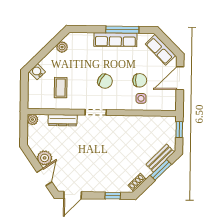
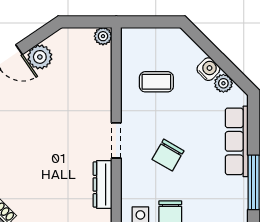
row of seats: (115, 40) -> (237, 141), moved
water cooler: (37, 72) -> (208, 69), moved
dresser: (63, 120) -> (103, 185), moved

